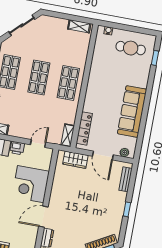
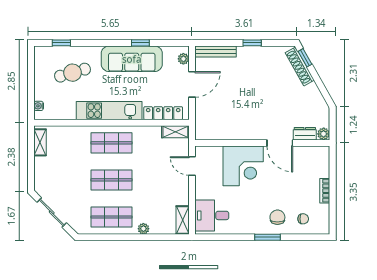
cafe table: (131, 48) -> (73, 73), moved, turned 74
kitchen unit: (94, 86) -> (109, 111), added
window: (143, 121) -> (140, 43), added
printer: (17, 148) -> (202, 191), removed
wardrobe: (75, 160) -> (203, 117), removed
bench: (125, 179) -> (216, 51), width x1.36

